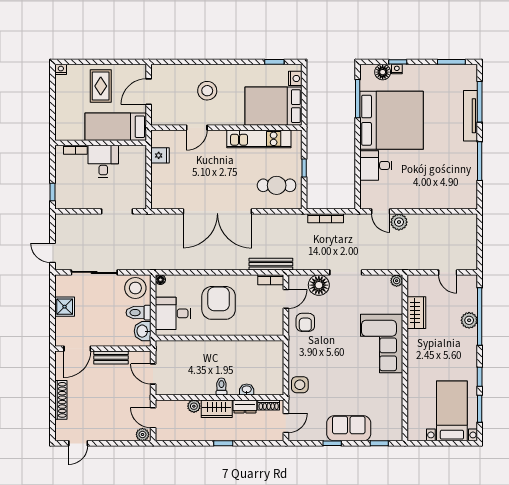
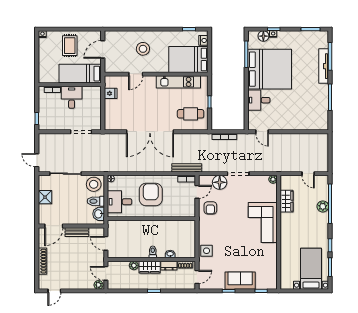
plant: (399, 222) -> (275, 139), removed

